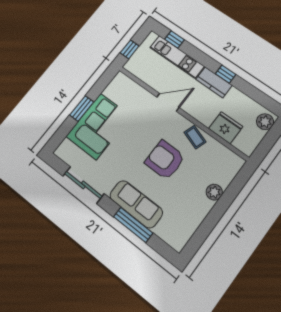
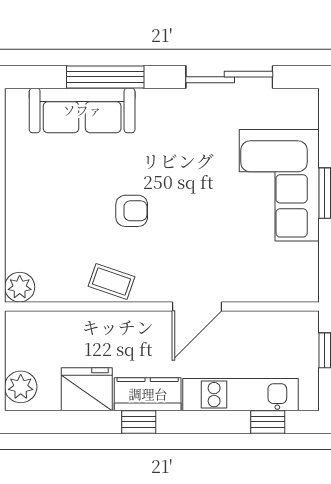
fridge: (226, 128) -> (87, 389), moved, turned 180
armchair: (165, 160) -> (132, 211), width x0.53, depth x0.53
plant: (214, 192) -> (20, 287), moved
sofa: (136, 204) -> (82, 110), moved

